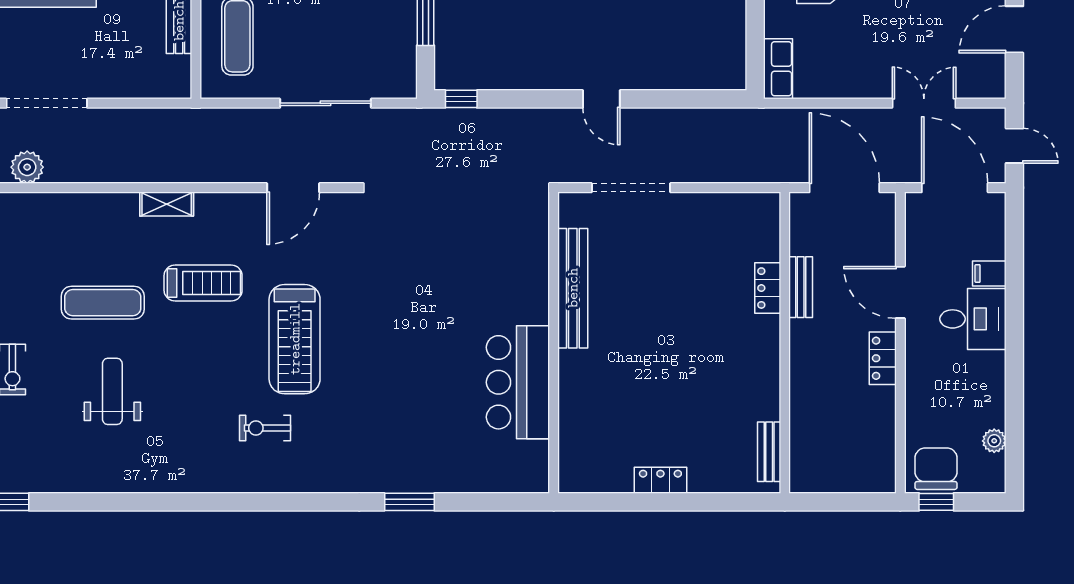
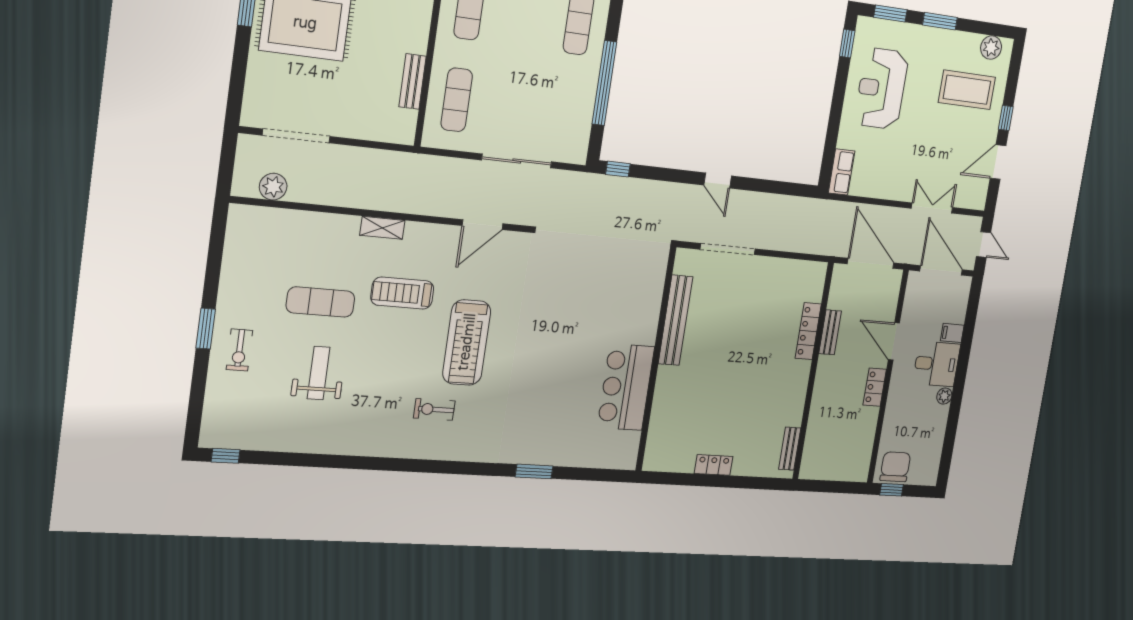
treadmill: (203, 283) -> (402, 293), turned 180
locker: (768, 288) -> (808, 331), width x1.53
plant: (994, 441) -> (944, 396), moved

